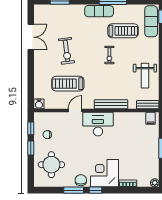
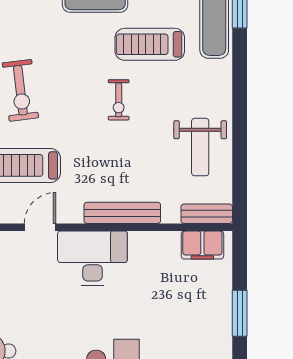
treadmill: (123, 31) -> (150, 44), turned 180
filing cabinet: (151, 118) -> (202, 245), width x2.00

